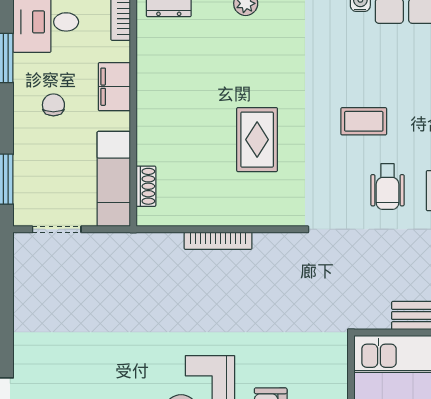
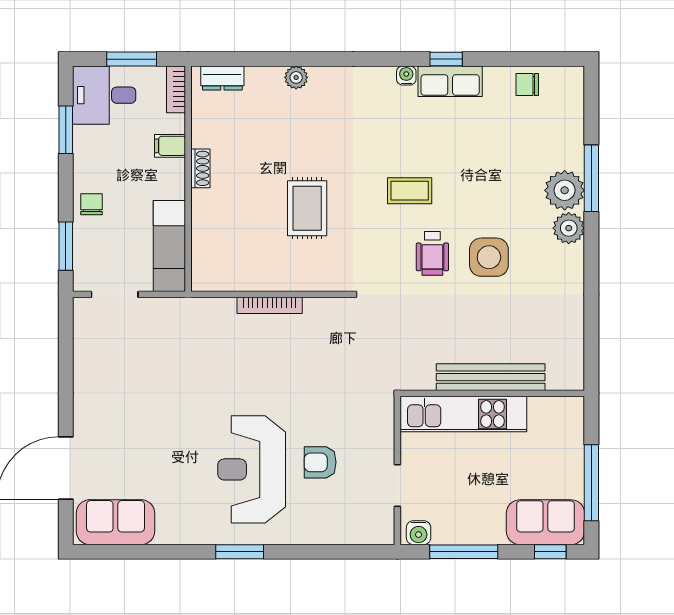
filing cabinet: (114, 87) -> (170, 146), width x0.50
chair: (53, 105) -> (92, 204), moved
shoe rack: (146, 186) -> (200, 168), moved

